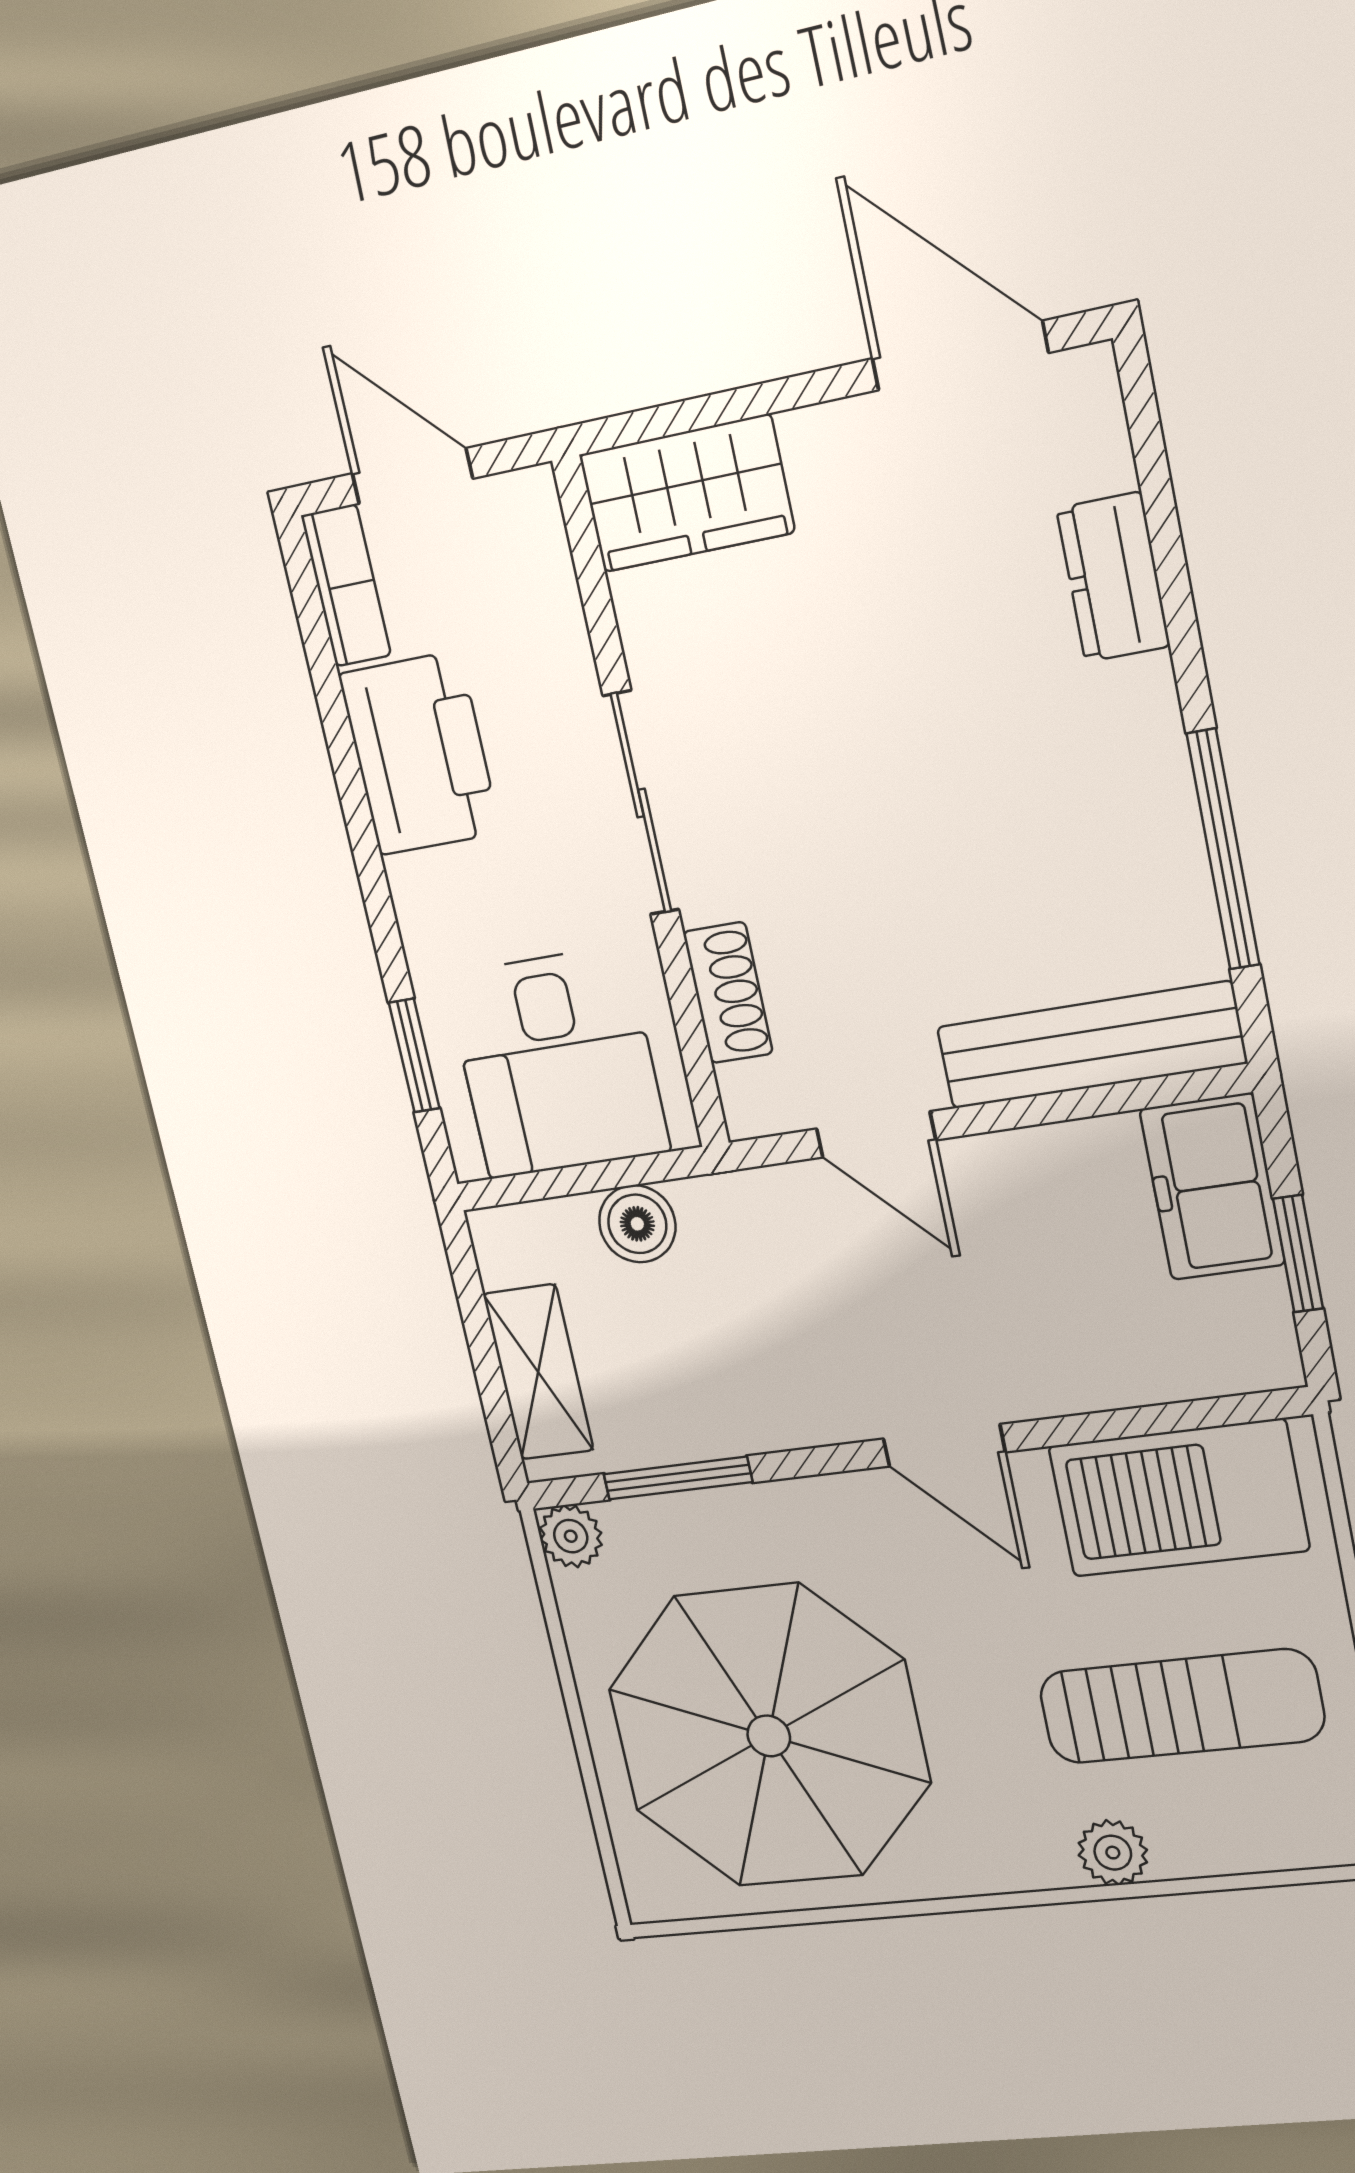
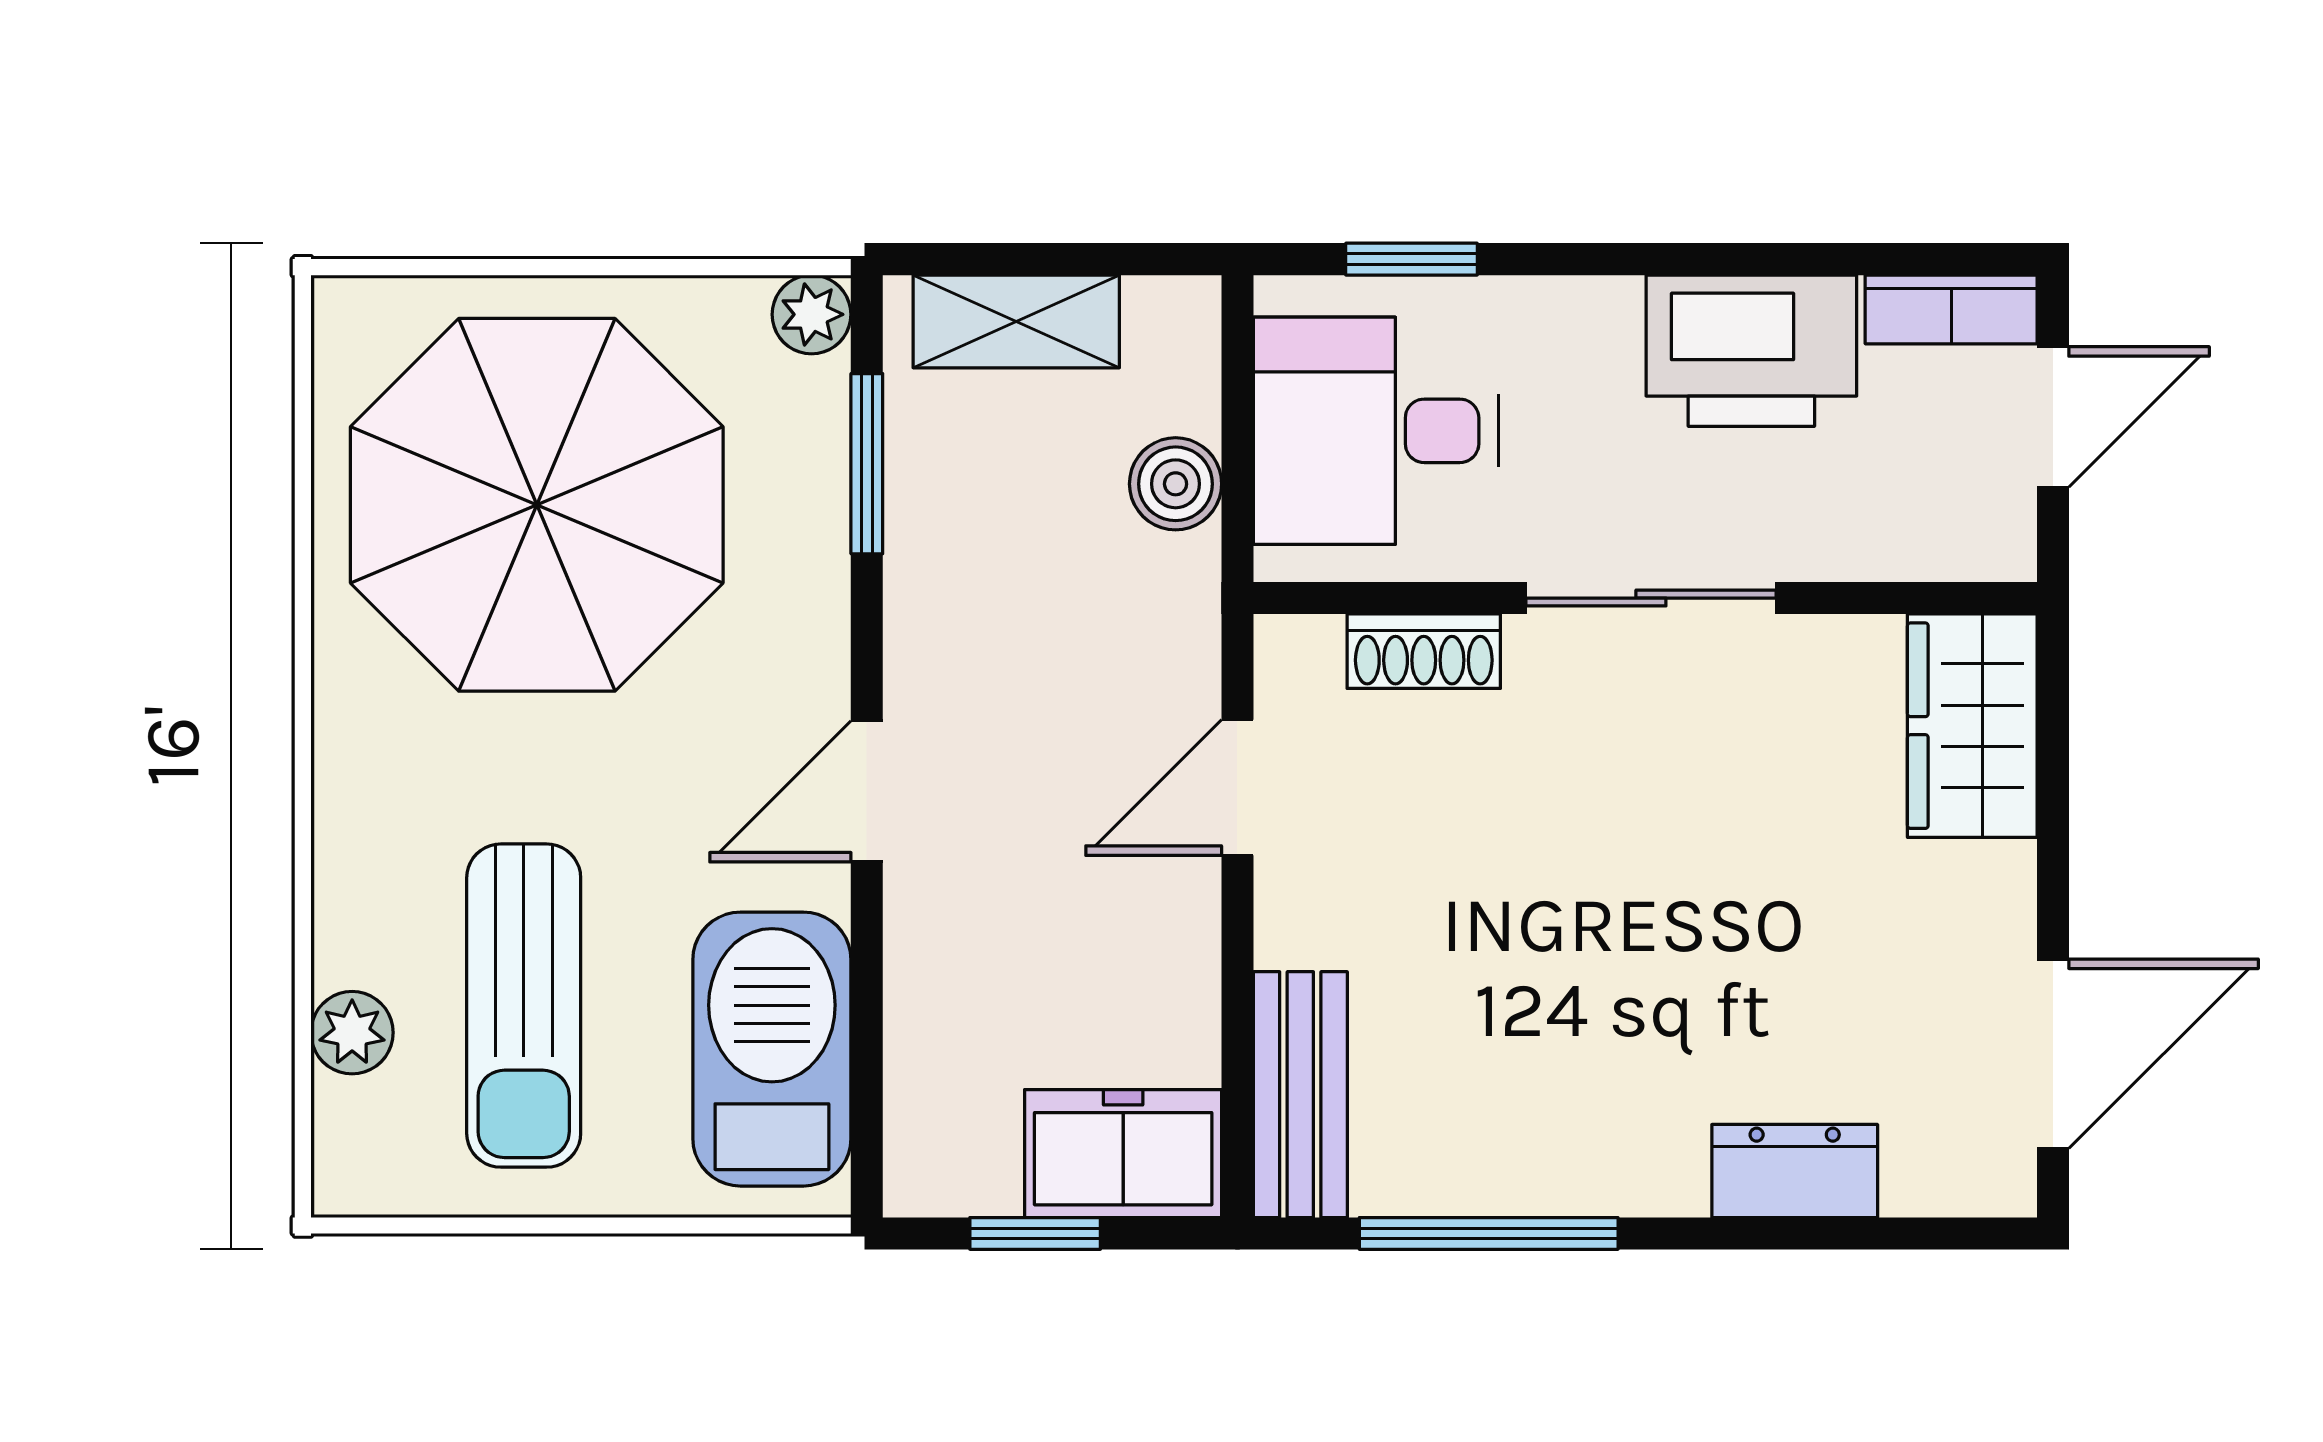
bench: (1091, 1045) -> (1300, 1095), width x0.73
plant: (1113, 1853) -> (352, 1033), moved

